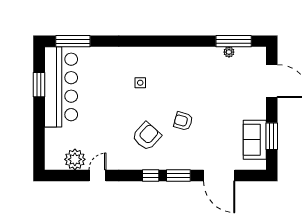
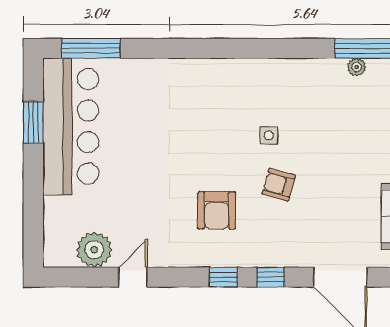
side table: (140, 83) -> (269, 135), moved
armchair: (147, 136) -> (217, 210), turned 138
window: (178, 175) -> (271, 277), width x0.67

